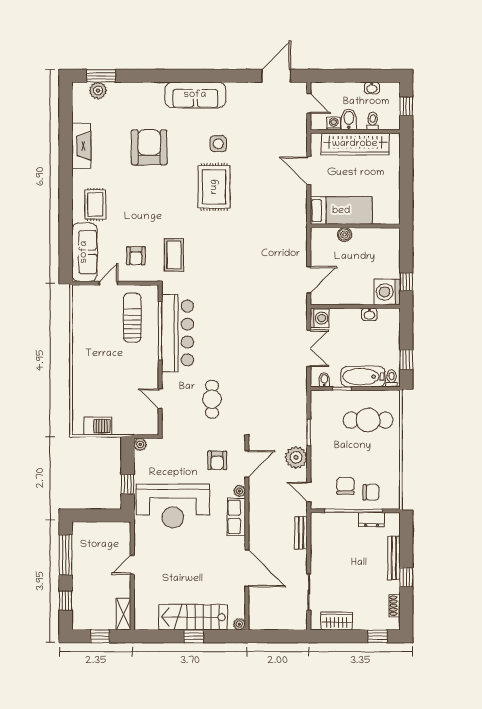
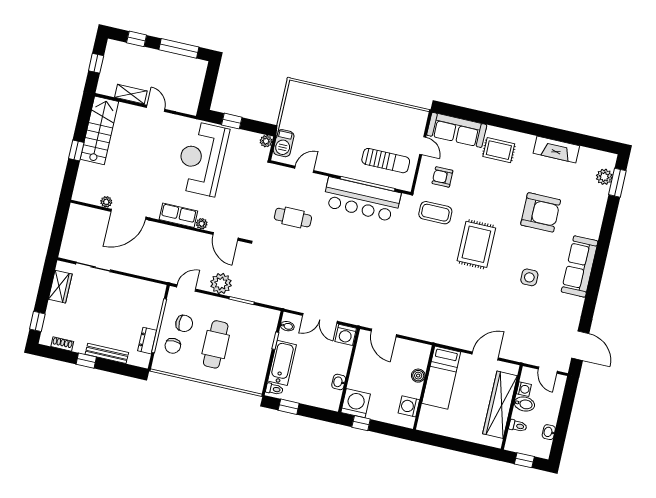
door: (309, 103) -> (548, 370), hinge flipped
rug: (214, 187) -> (476, 244), moved, turned 90
washing machine: (378, 237) -> (409, 406), added
cafe table: (368, 420) -> (216, 344), moved
barbecue: (98, 426) -> (284, 143), moved
armchair: (217, 460) -> (235, 209), removed
bench: (301, 533) -> (150, 272), removed
shelving: (124, 614) -> (131, 94), moved
stairs: (193, 617) -> (99, 130), moved
plant: (239, 624) -> (106, 202), moved

